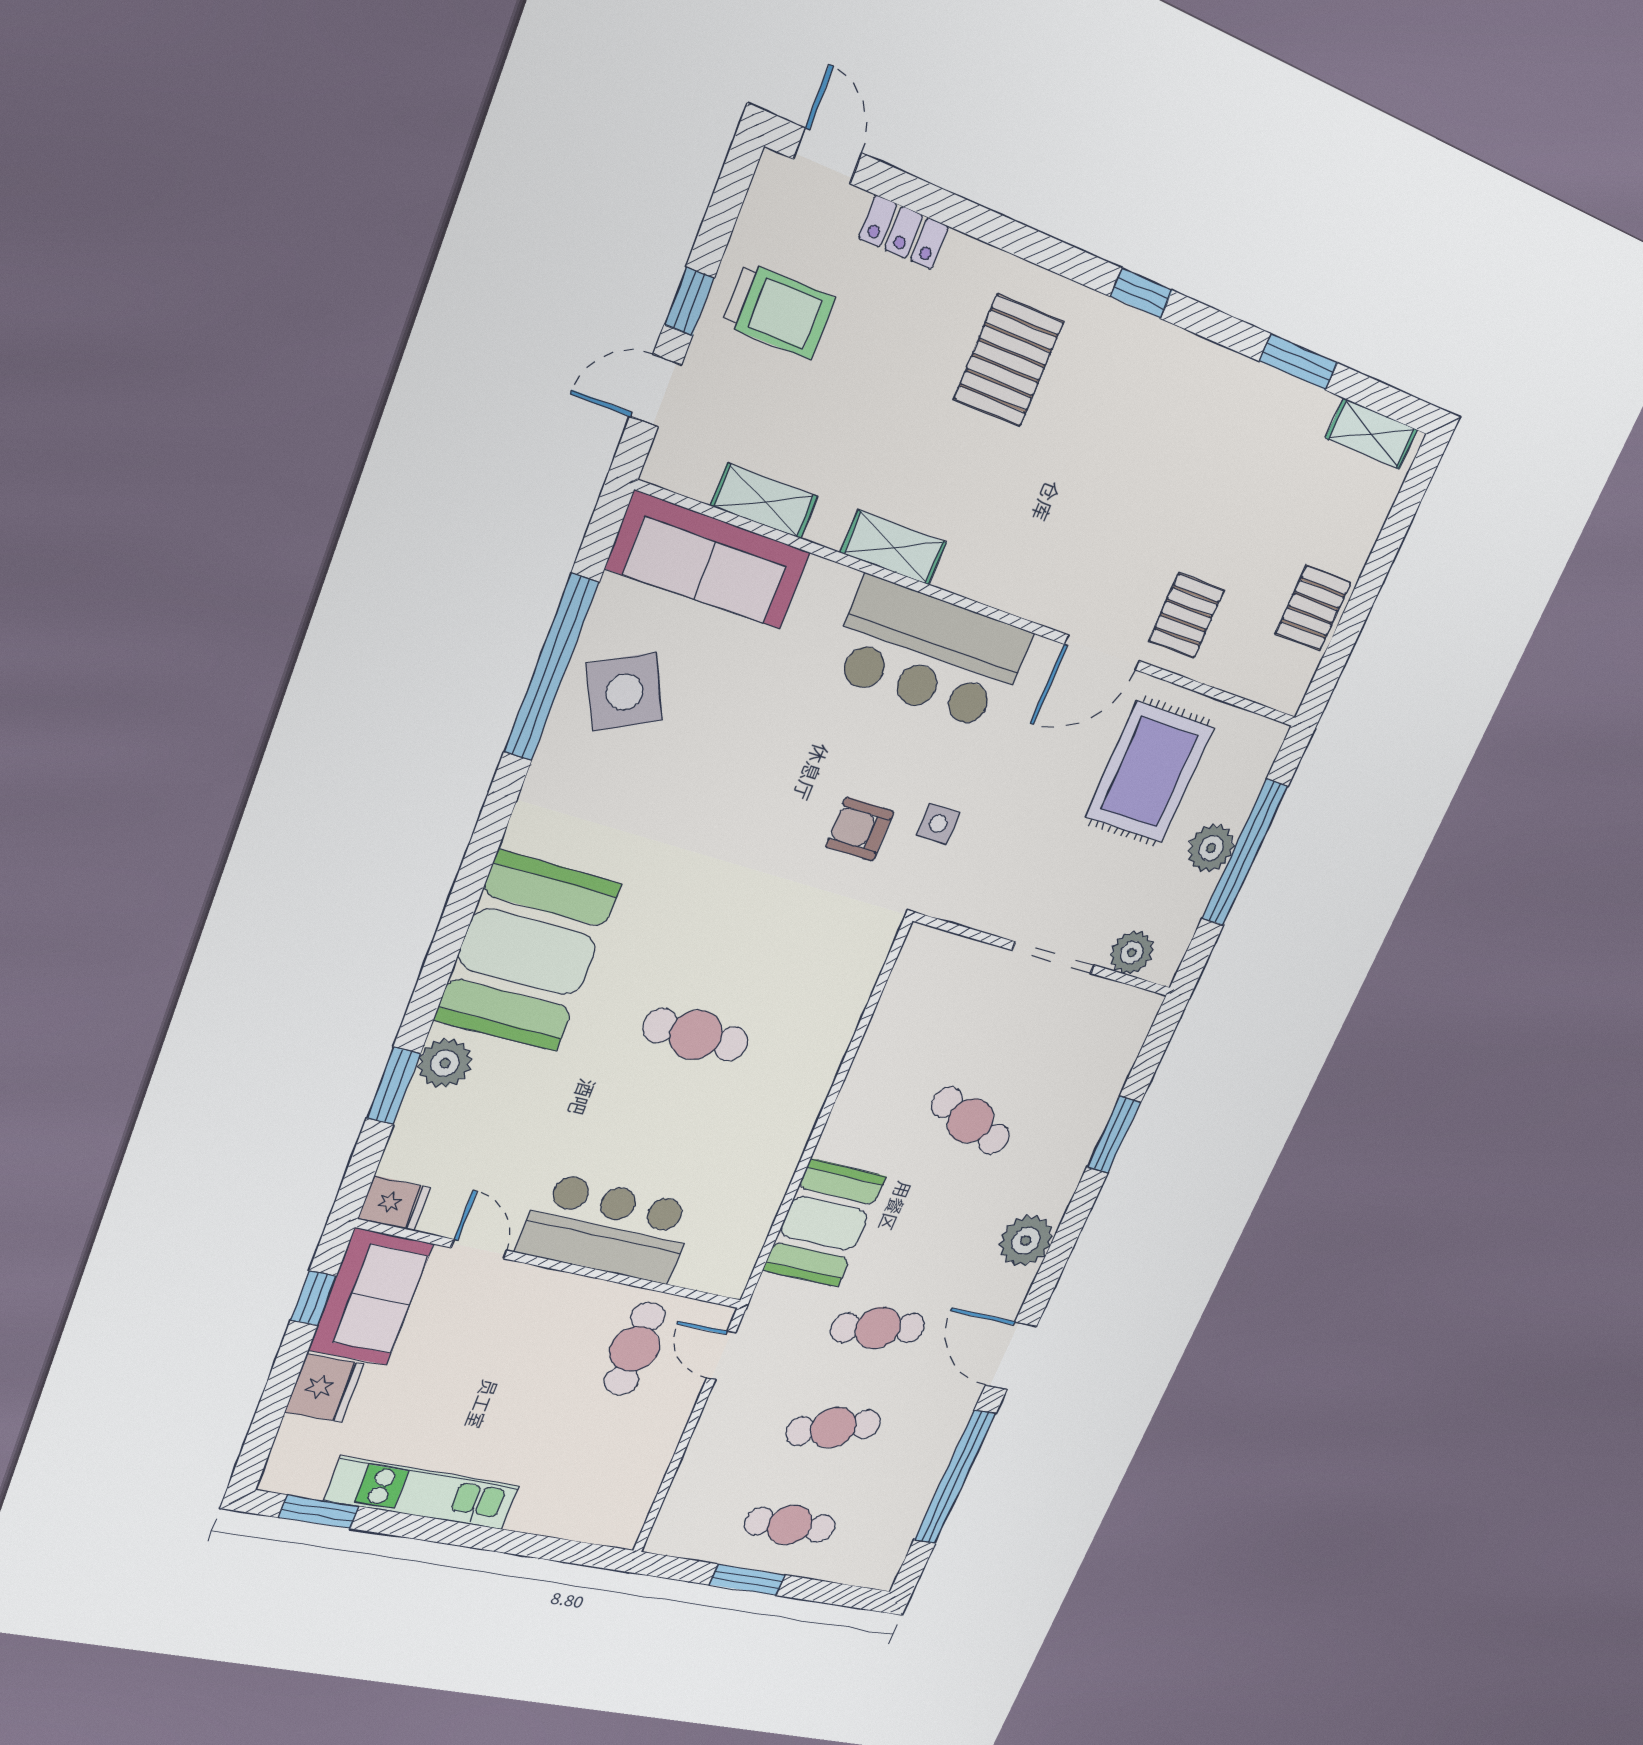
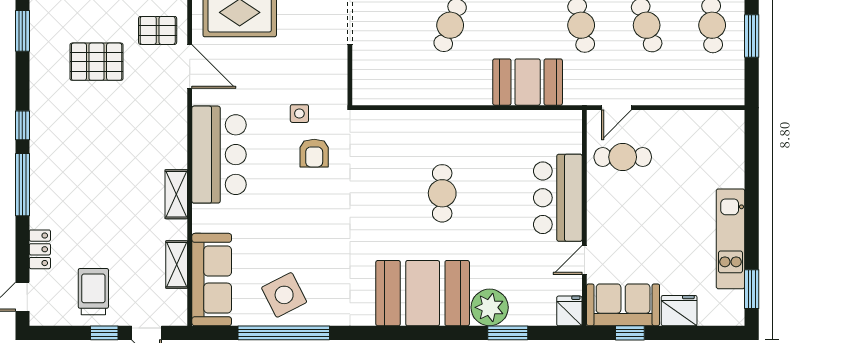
window: (1037, 248) -> (22, 185), added
pallet: (1009, 361) -> (97, 62), moved
plant: (445, 1063) -> (490, 307), width x1.36, depth x1.36

